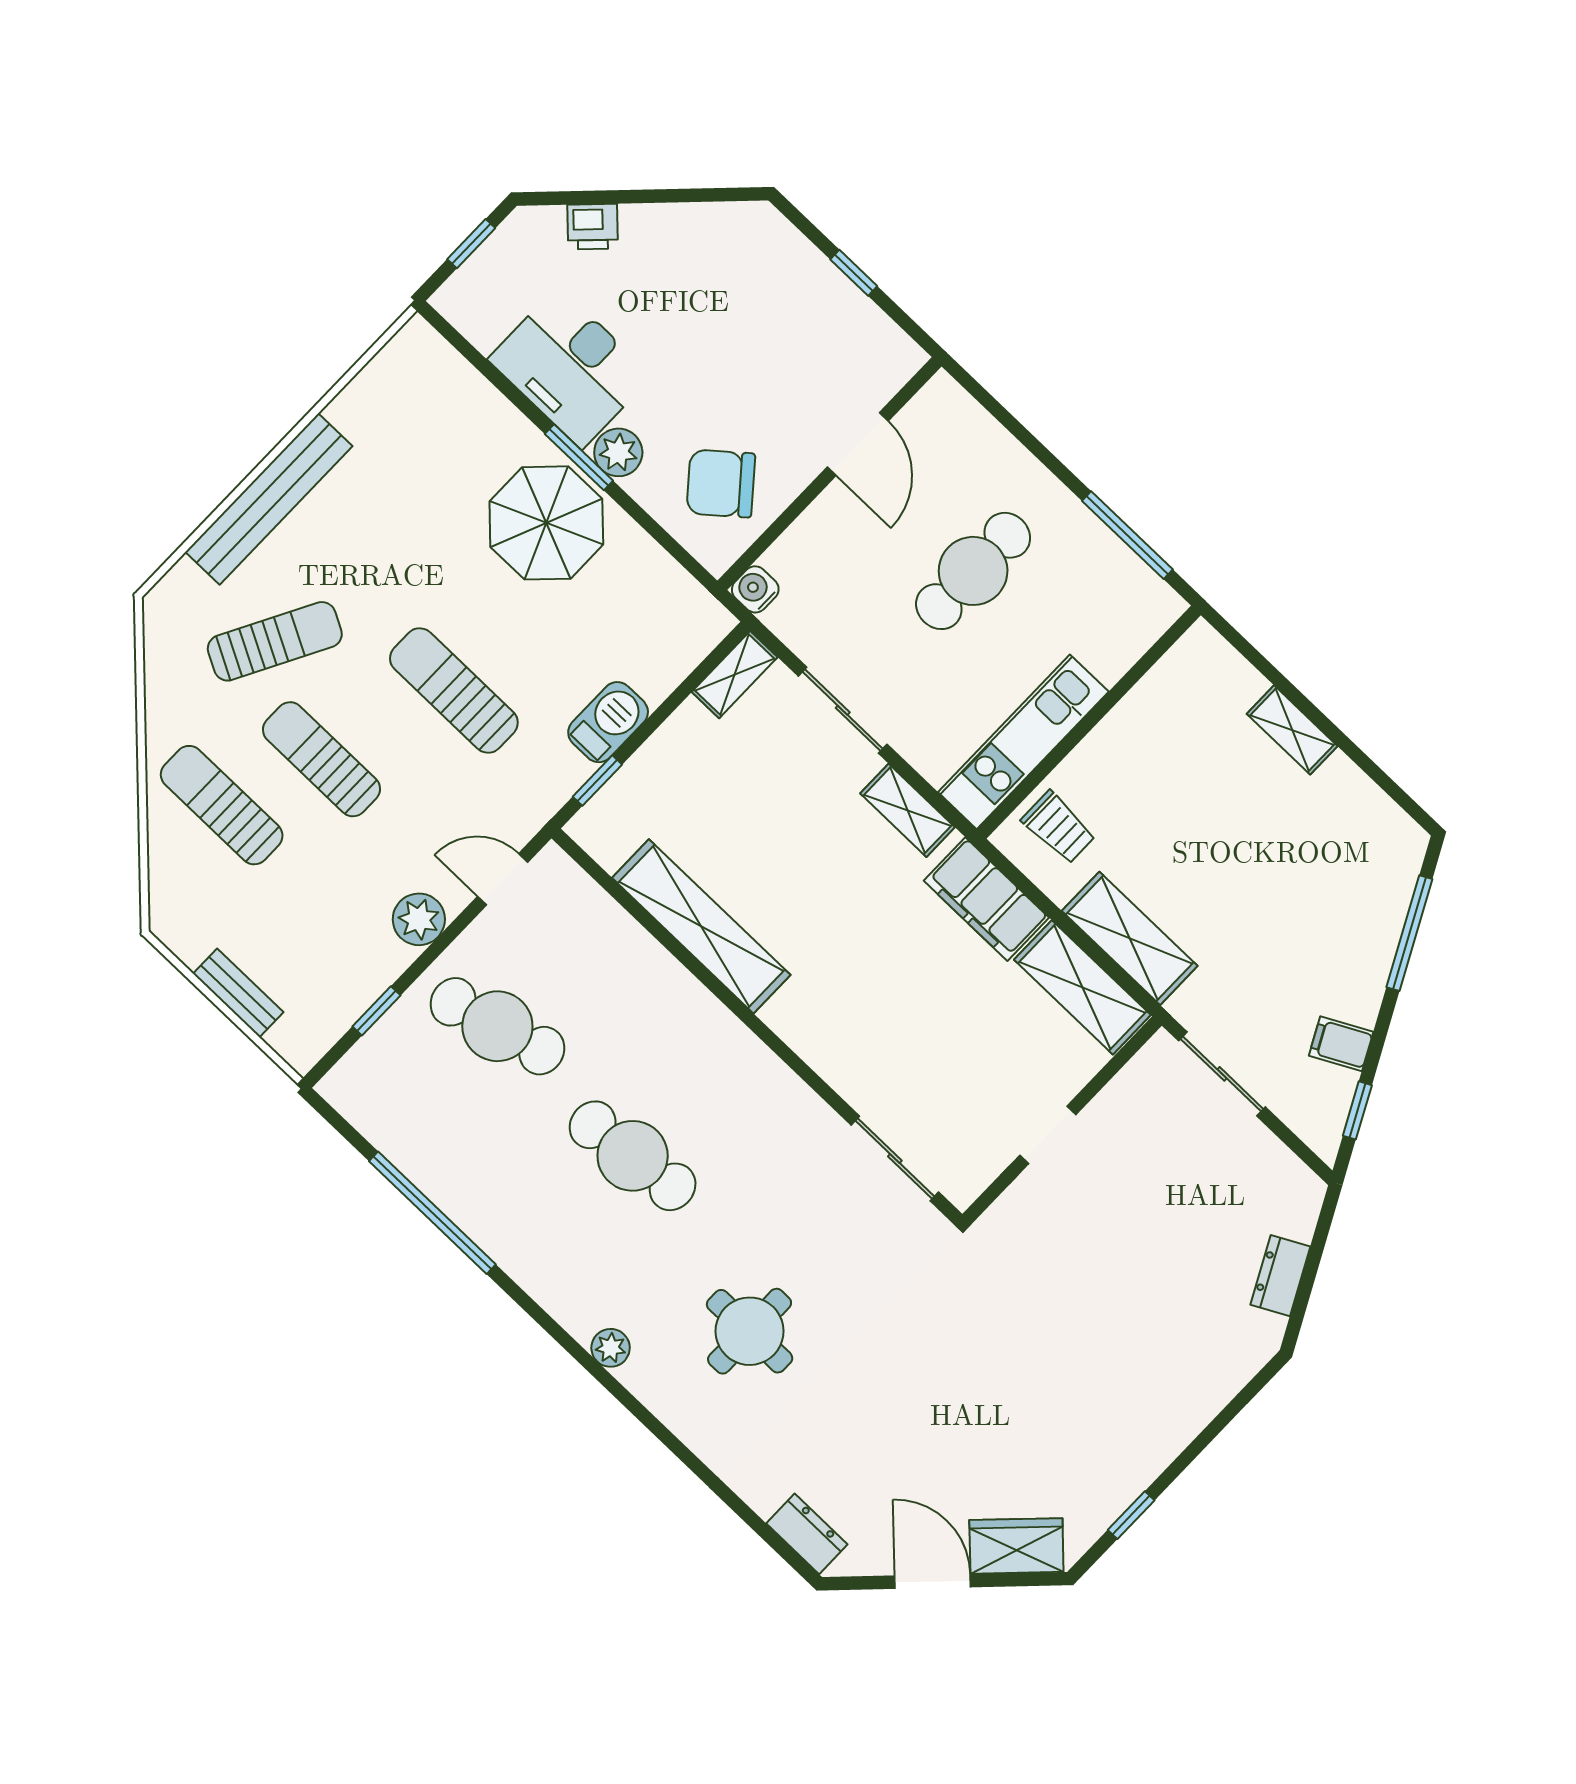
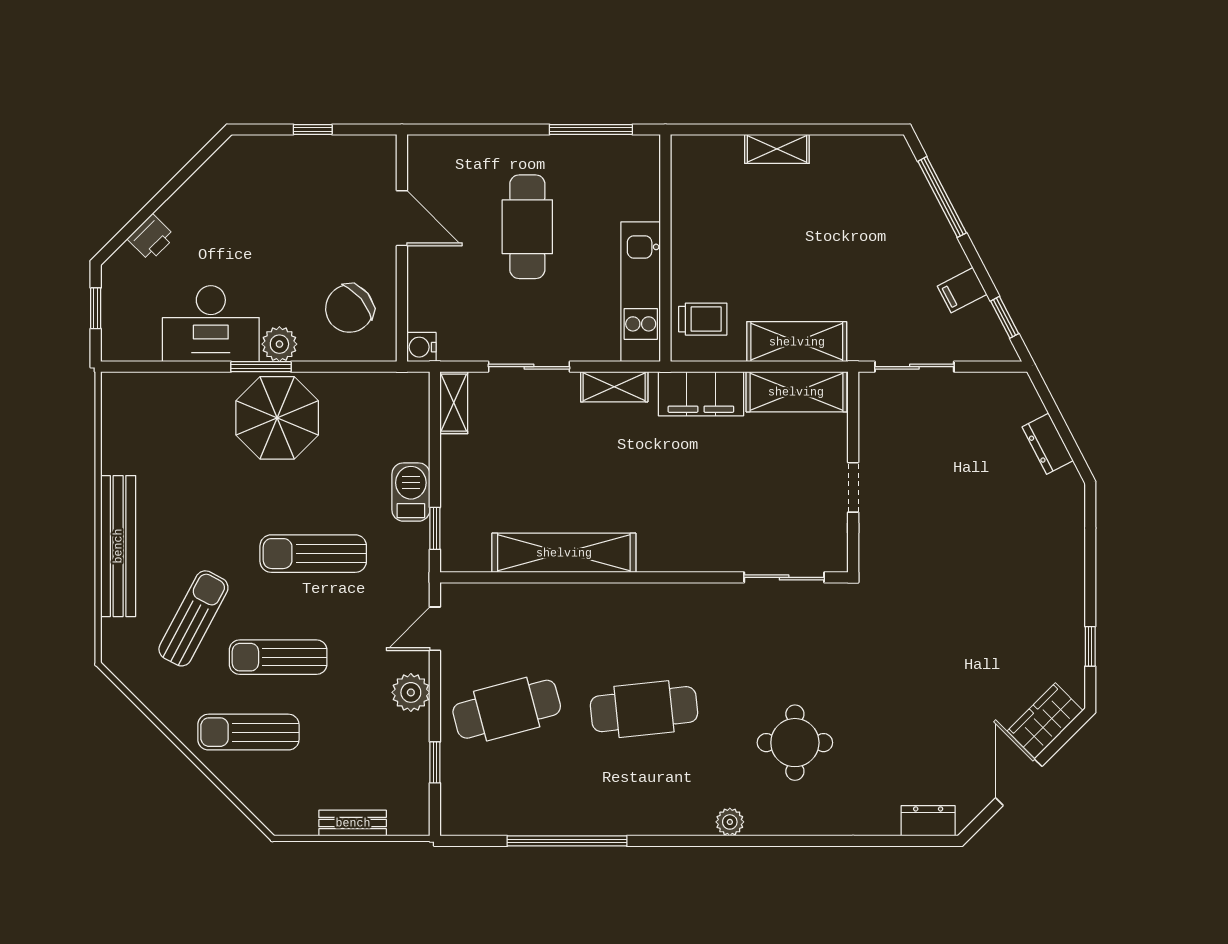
door: (933, 1581) -> (1019, 782), hinge flipped

